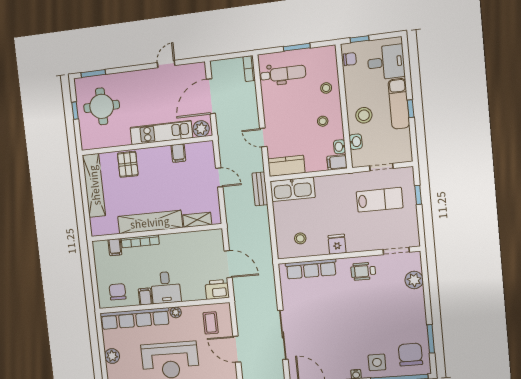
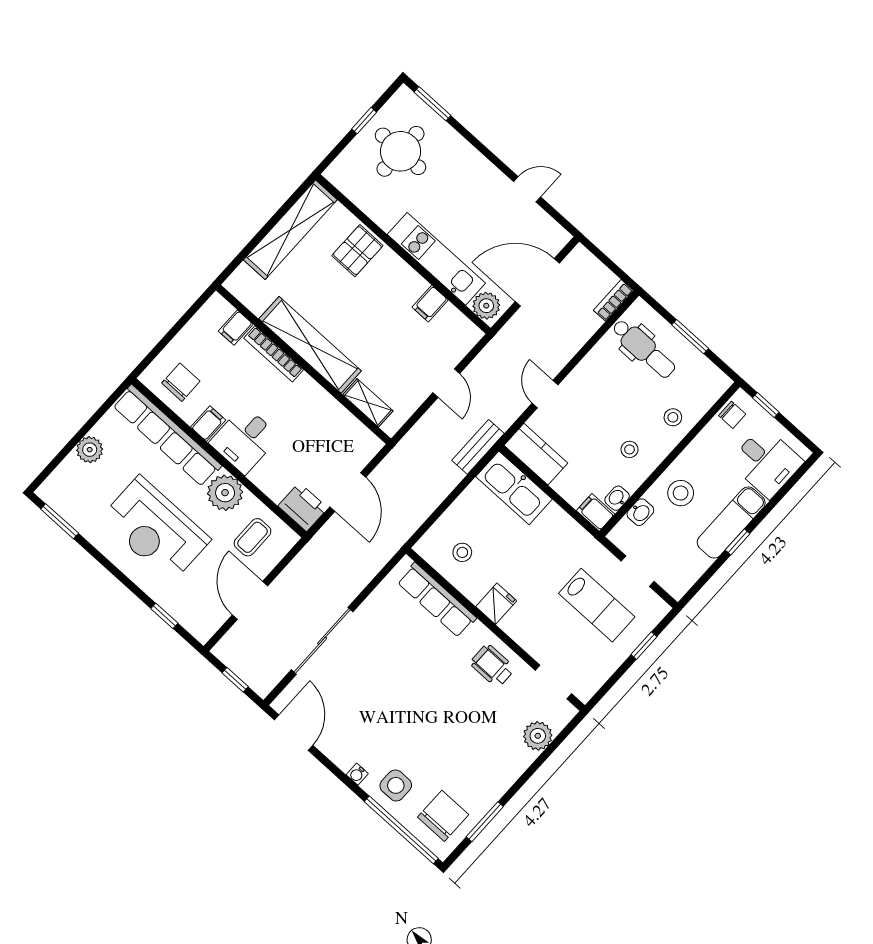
plant: (176, 312) -> (225, 493), width x1.87, depth x1.87

